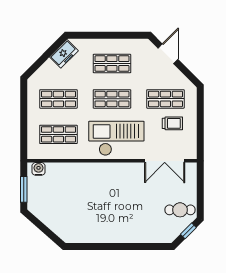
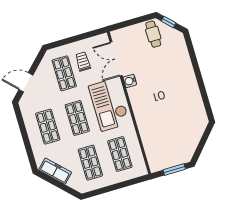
freezer: (64, 54) -> (55, 171), width x1.40
double door: (165, 161) -> (116, 59), swing flipped
water cooler: (39, 169) -> (130, 81), moved

